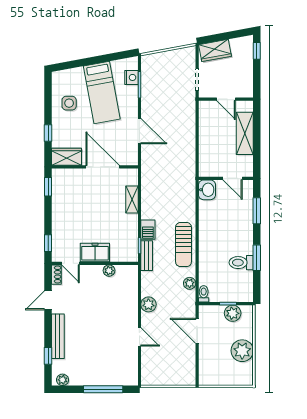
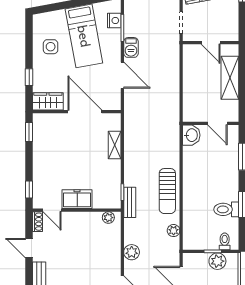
barbecue: (148, 230) -> (131, 47), moved
plant: (109, 271) -> (108, 218), moved
toilet: (204, 294) -> (225, 241), moved
door: (48, 300) -> (29, 248), hinge flipped

